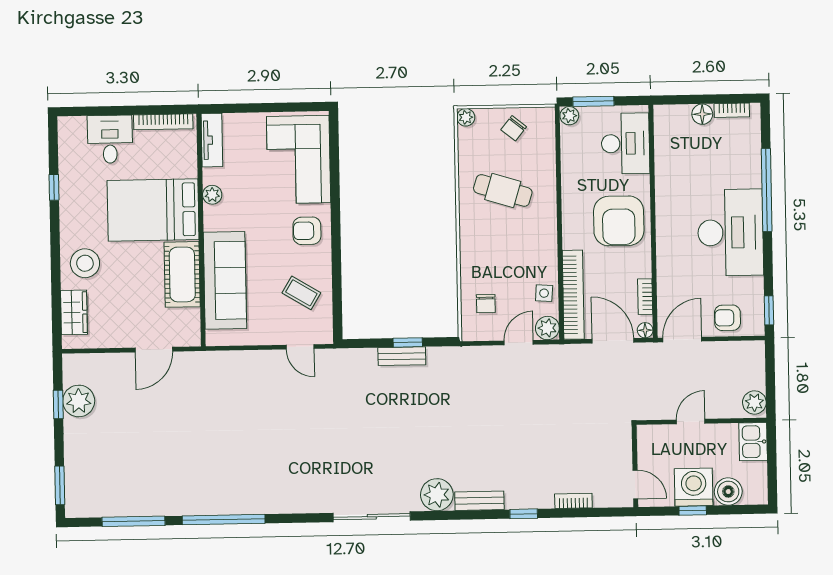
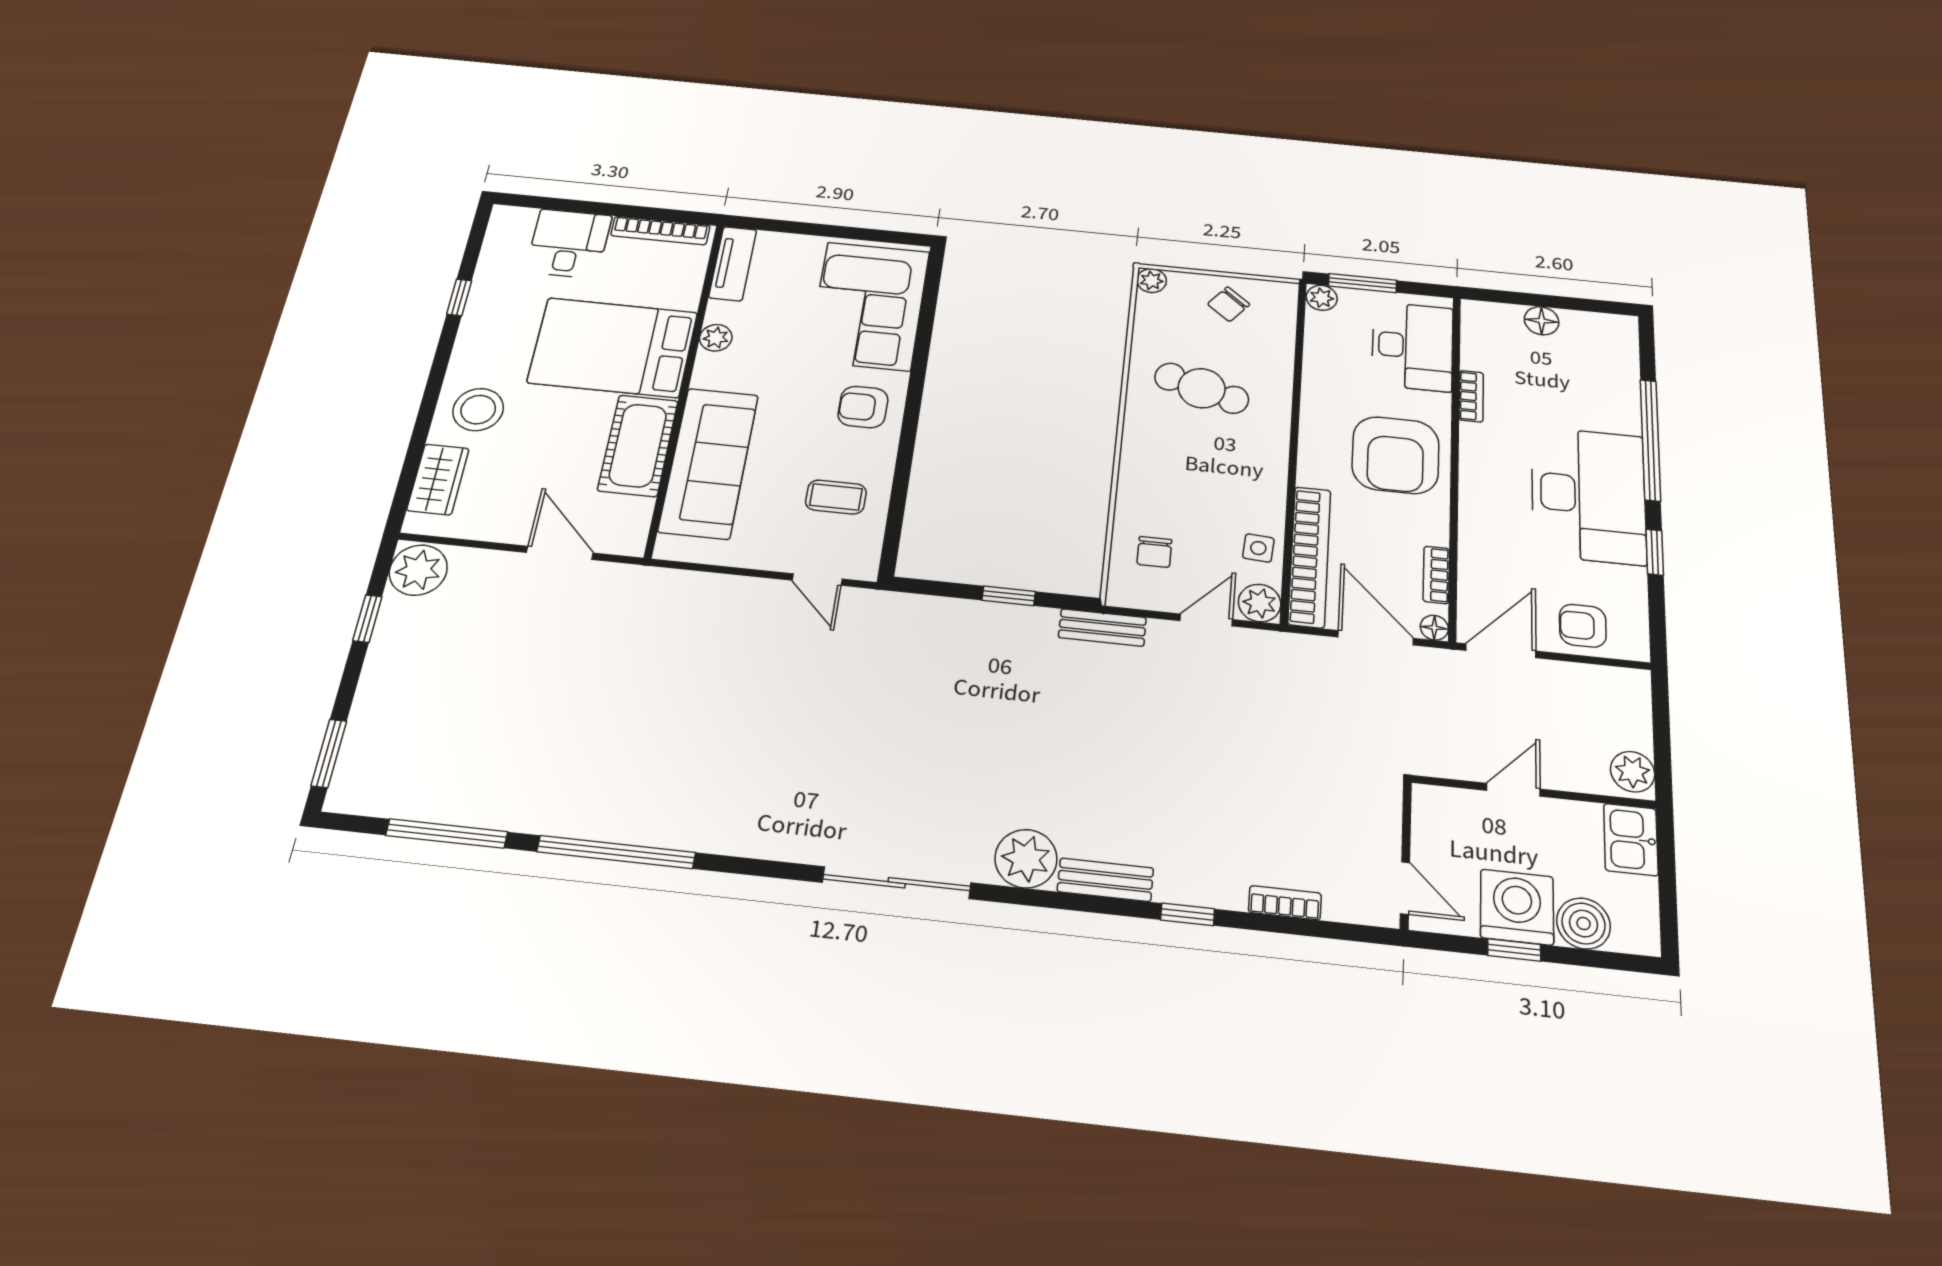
bookcase: (732, 110) -> (1471, 396), moved, turned -90
coffee table: (301, 293) -> (836, 497), turned -31
window: (769, 310) -> (1655, 552), moved
door: (154, 350) -> (560, 553), swing flipped
bench: (402, 356) -> (1102, 628), moved
plant: (79, 401) -> (418, 570), moved

